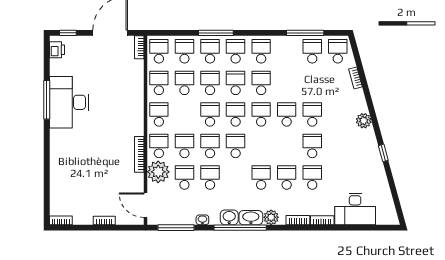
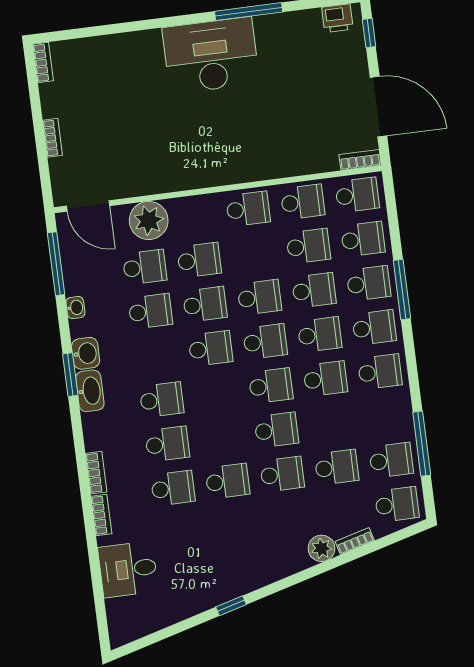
desk: (69, 102) -> (211, 55), moved
plant: (364, 121) -> (322, 548), moved
school desk: (159, 146) -> (337, 467), moved
bookcase: (139, 154) -> (175, 184), removed
door: (146, 205) -> (88, 206), swing flipped
desk: (355, 209) -> (128, 569), width x0.73
plant: (271, 217) -> (95, 426), removed
window: (240, 228) -> (70, 375), width x0.47

